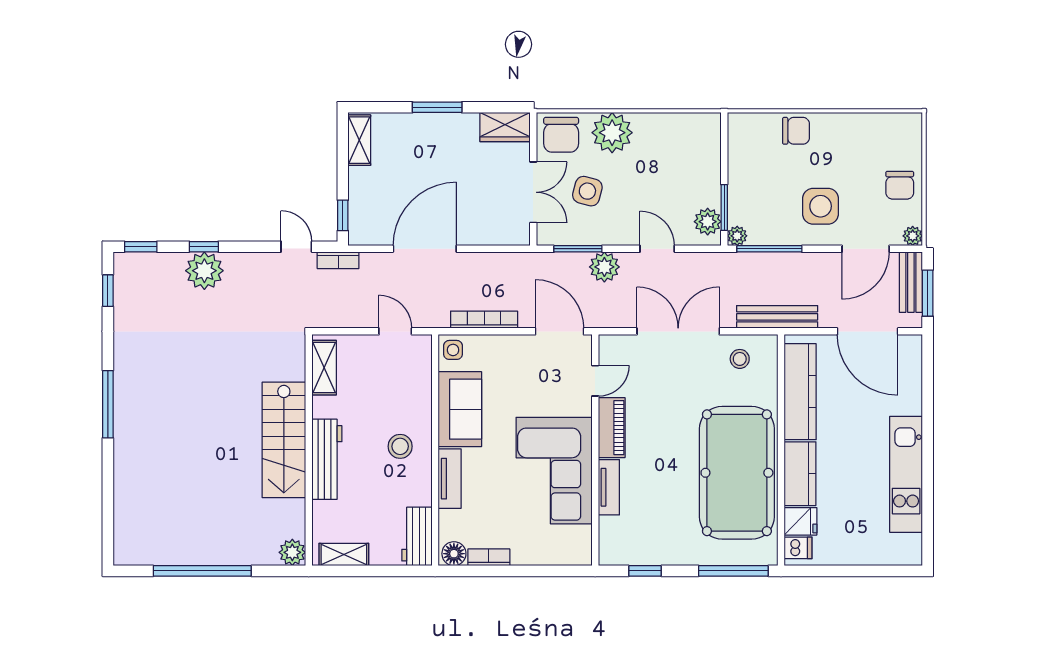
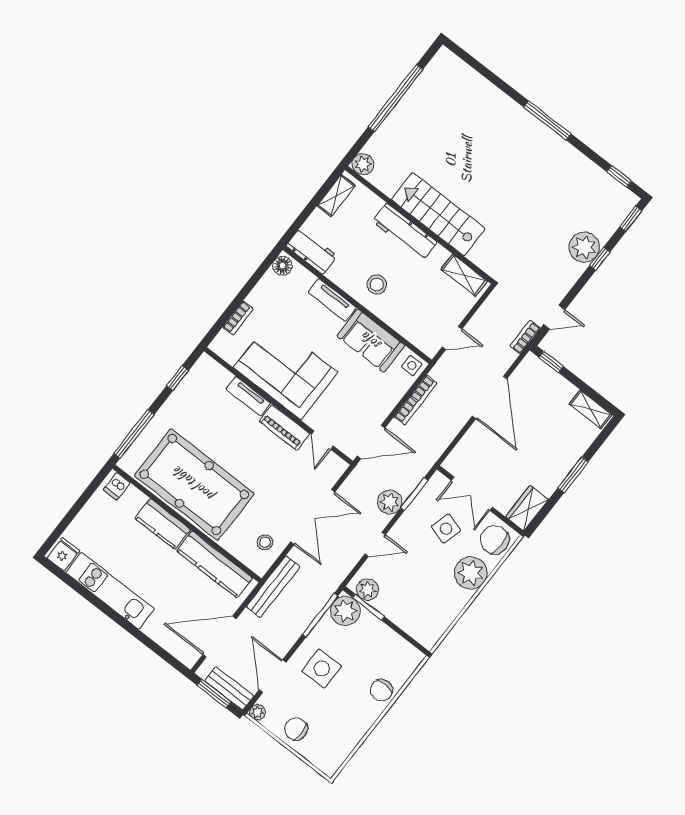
plant: (737, 236) -> (345, 611), width x1.88, depth x1.88
fridge: (800, 521) -> (63, 554), moved, turned 180
bookcase: (489, 557) -> (238, 318), moved

